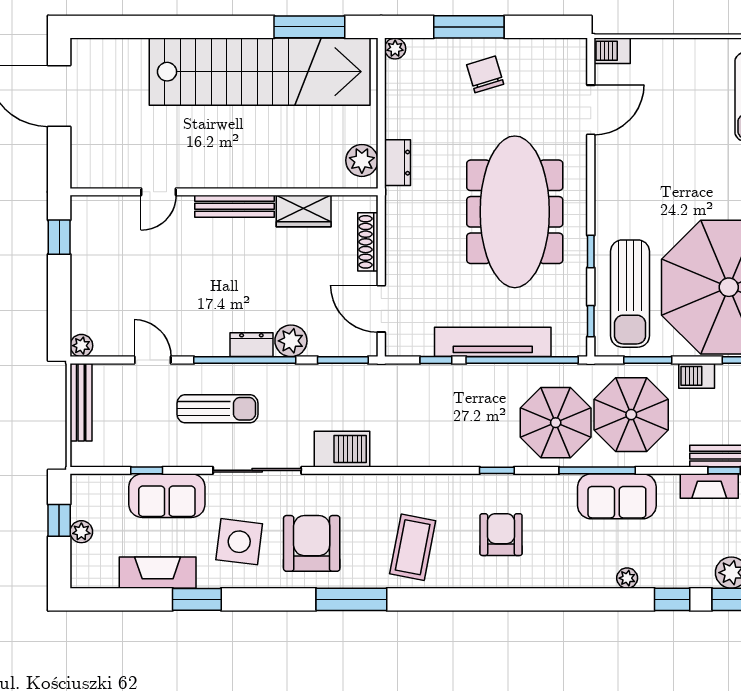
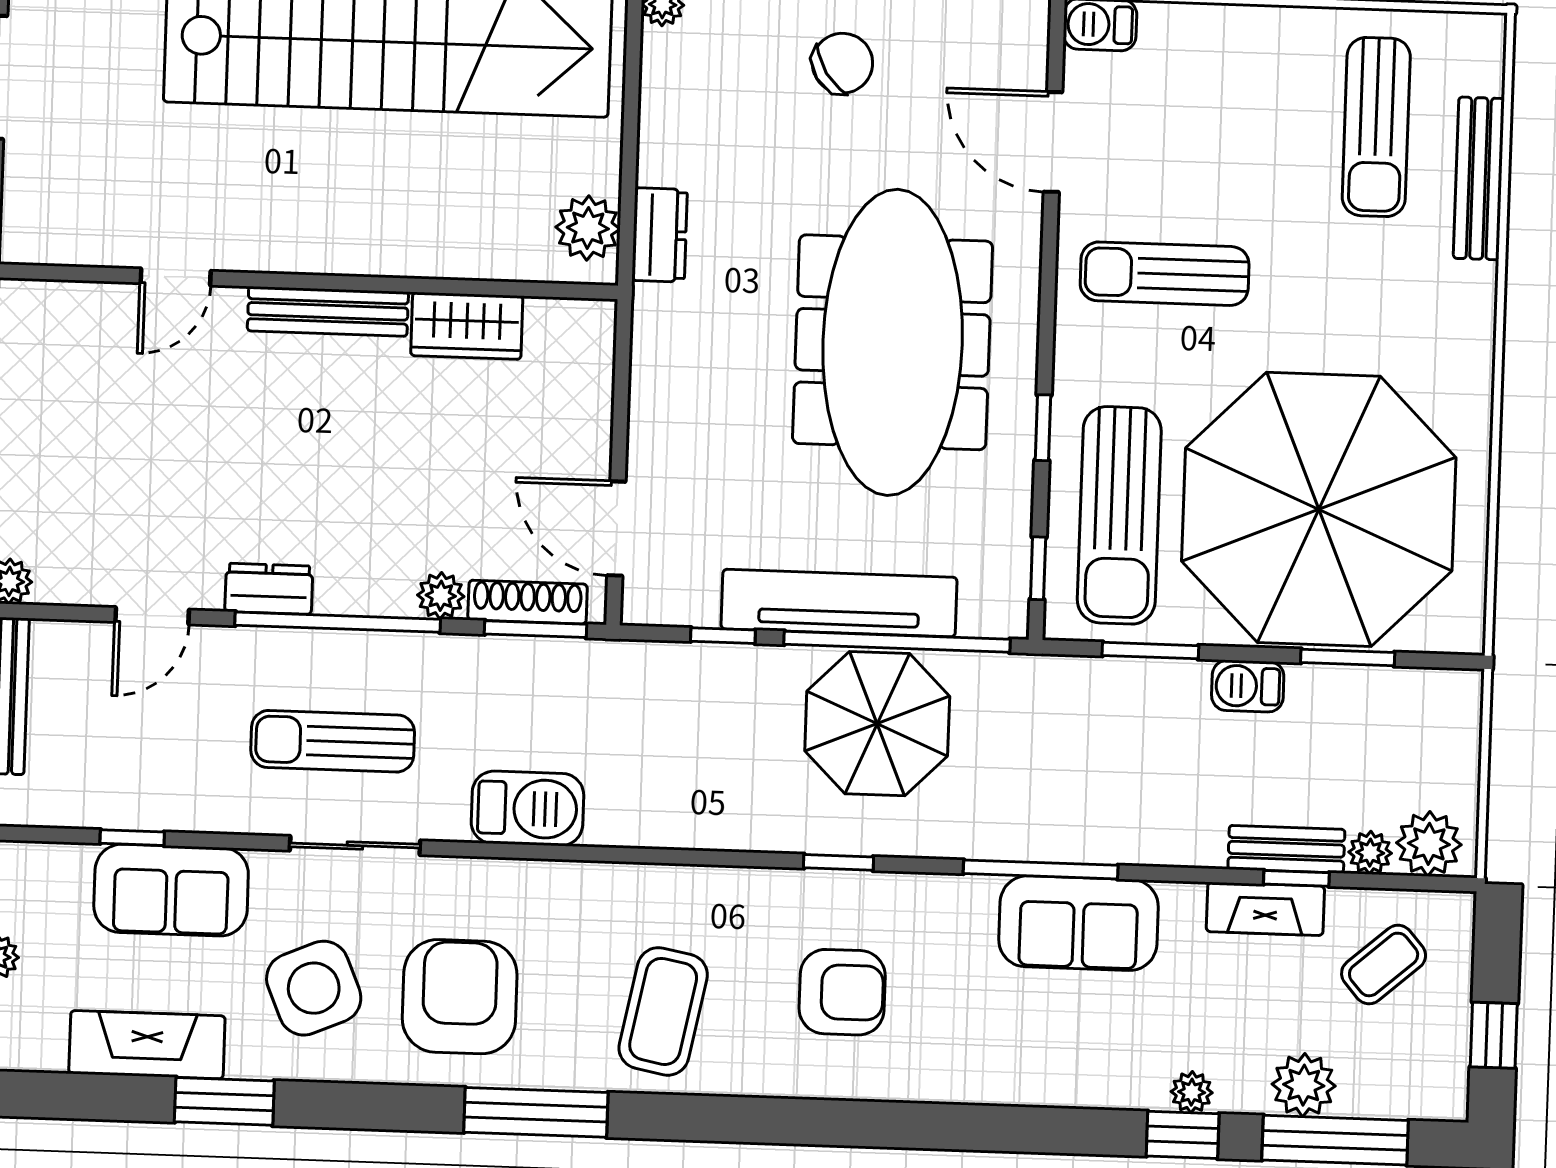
chair: (485, 74) -> (843, 63), turned 74
door: (591, 110) -> (1053, 142), swing flipped
sun lounger: (648, 173) -> (1165, 274), added
shoe rack: (368, 242) -> (528, 602), moved, turned 90
plant: (291, 341) -> (441, 596), width x0.73, depth x0.73
dresser: (251, 345) -> (269, 589), moved
door: (153, 360) -> (152, 616), swing flipped
sun lounger: (217, 409) -> (333, 741), moved, turned 180
parasol: (631, 415) -> (1113, 759), removed
parasol: (556, 423) -> (877, 724), moved
sliding door: (257, 470) -> (355, 845), width x0.73
armchair: (501, 535) -> (842, 992), turned 90
side table: (239, 542) -> (314, 988), turned -30
plant: (627, 578) -> (1192, 1092), moved

